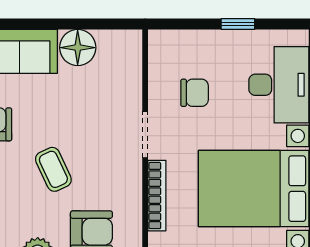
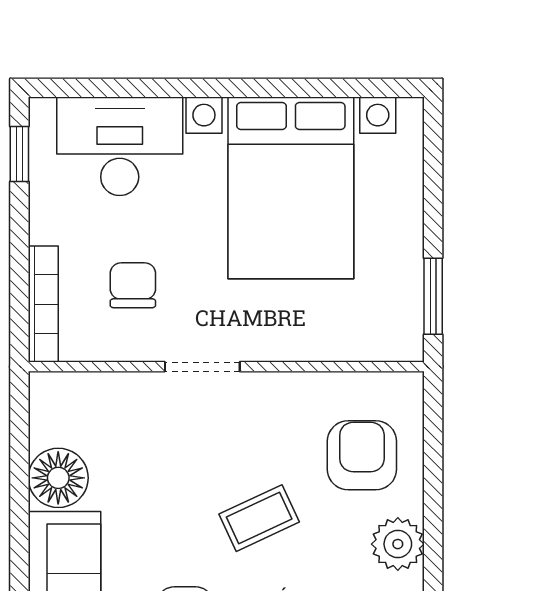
window: (238, 24) -> (19, 154), moved
bookcase: (157, 196) -> (43, 304), moved, turned 90

